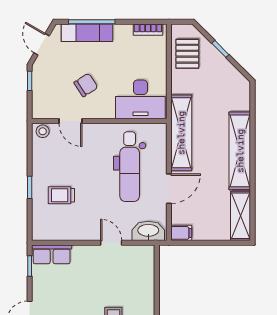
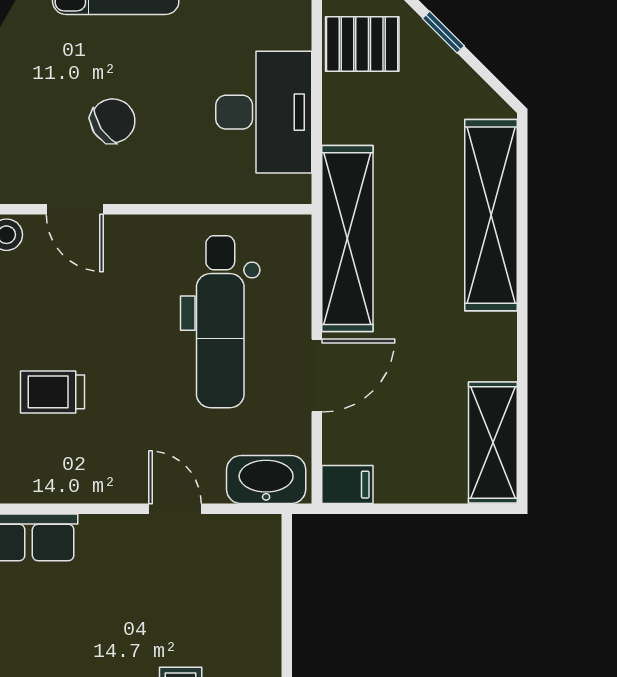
pallet: (187, 54) -> (362, 44), turned 90
desk: (140, 99) -> (264, 112), moved, turned -90
shelving: (240, 151) -> (491, 215), moved

